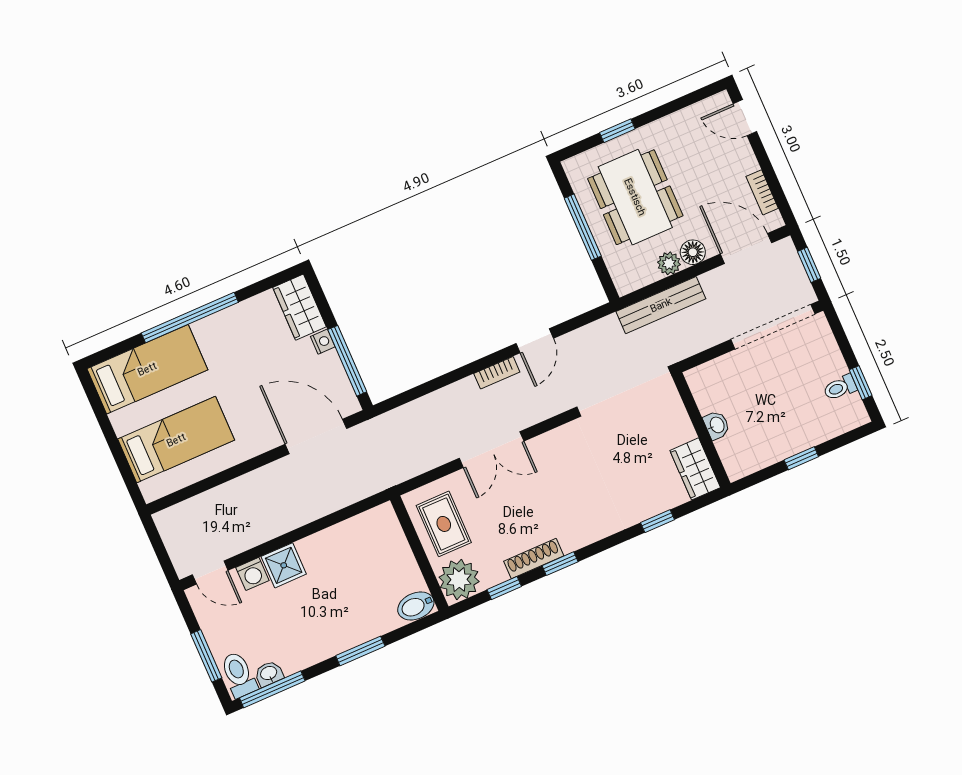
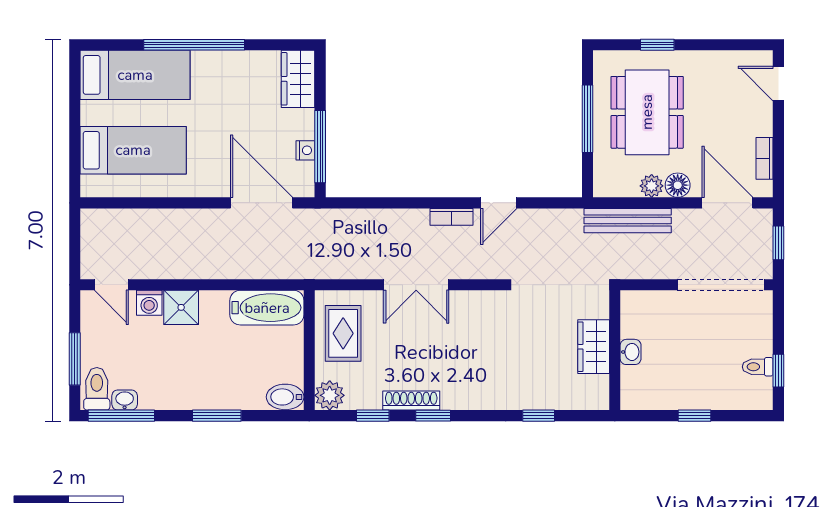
nightstand: (323, 342) -> (305, 150), moved
wardrobe: (695, 469) -> (594, 347), moved
bathtub: (363, 531) -> (267, 308), added
plant: (459, 579) -> (330, 395), width x0.73, depth x0.73

